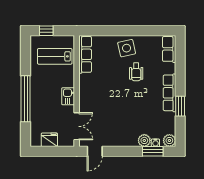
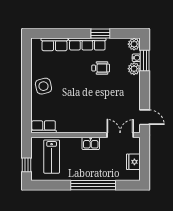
row of seats: (169, 49) -> (54, 44), moved
row of seats: (85, 54) -> (44, 127), width x0.68
wheelchair: (136, 72) -> (101, 68), moved

